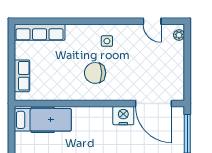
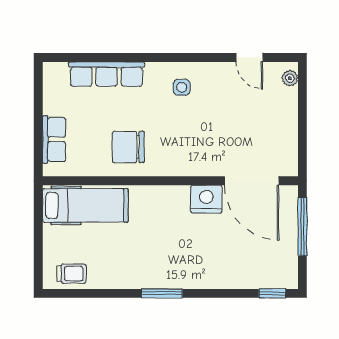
row of seats: (40, 32) -> (107, 74), moved
chair: (95, 73) -> (128, 147), moved

